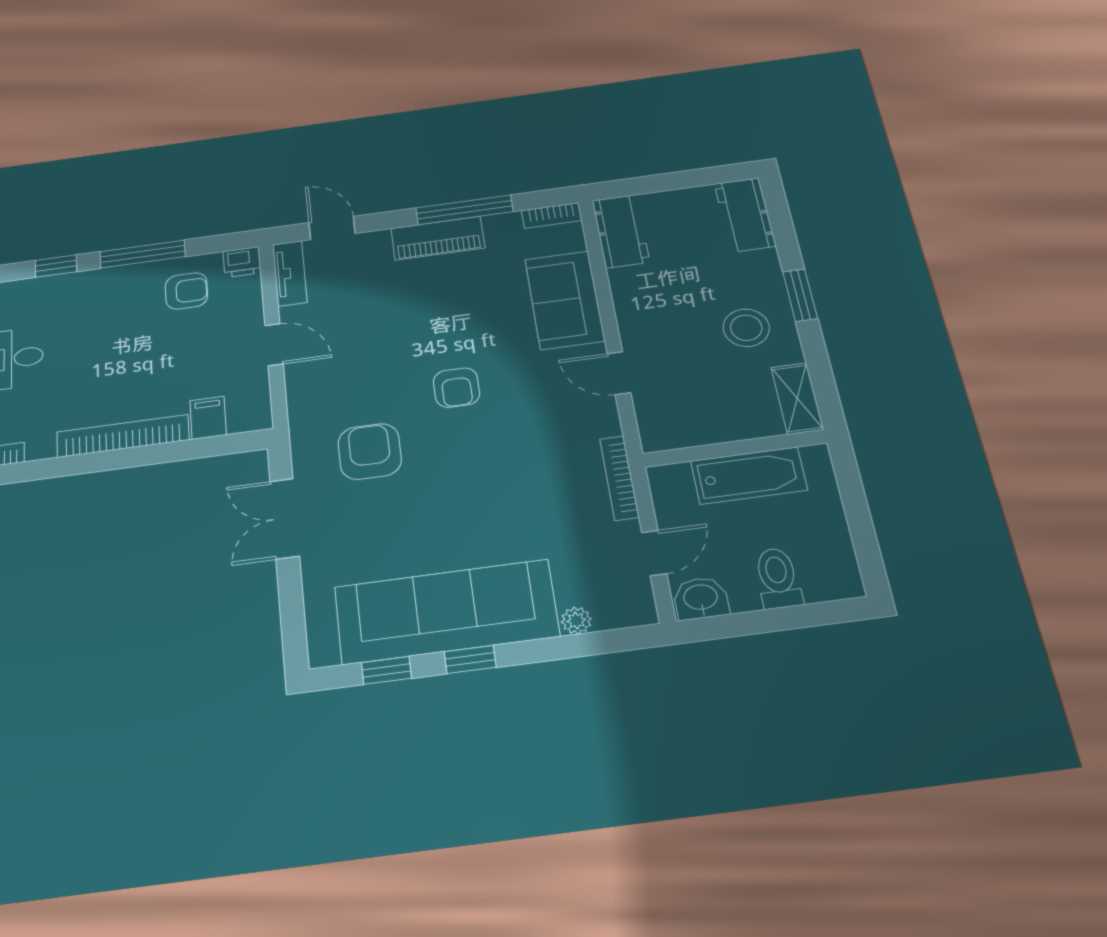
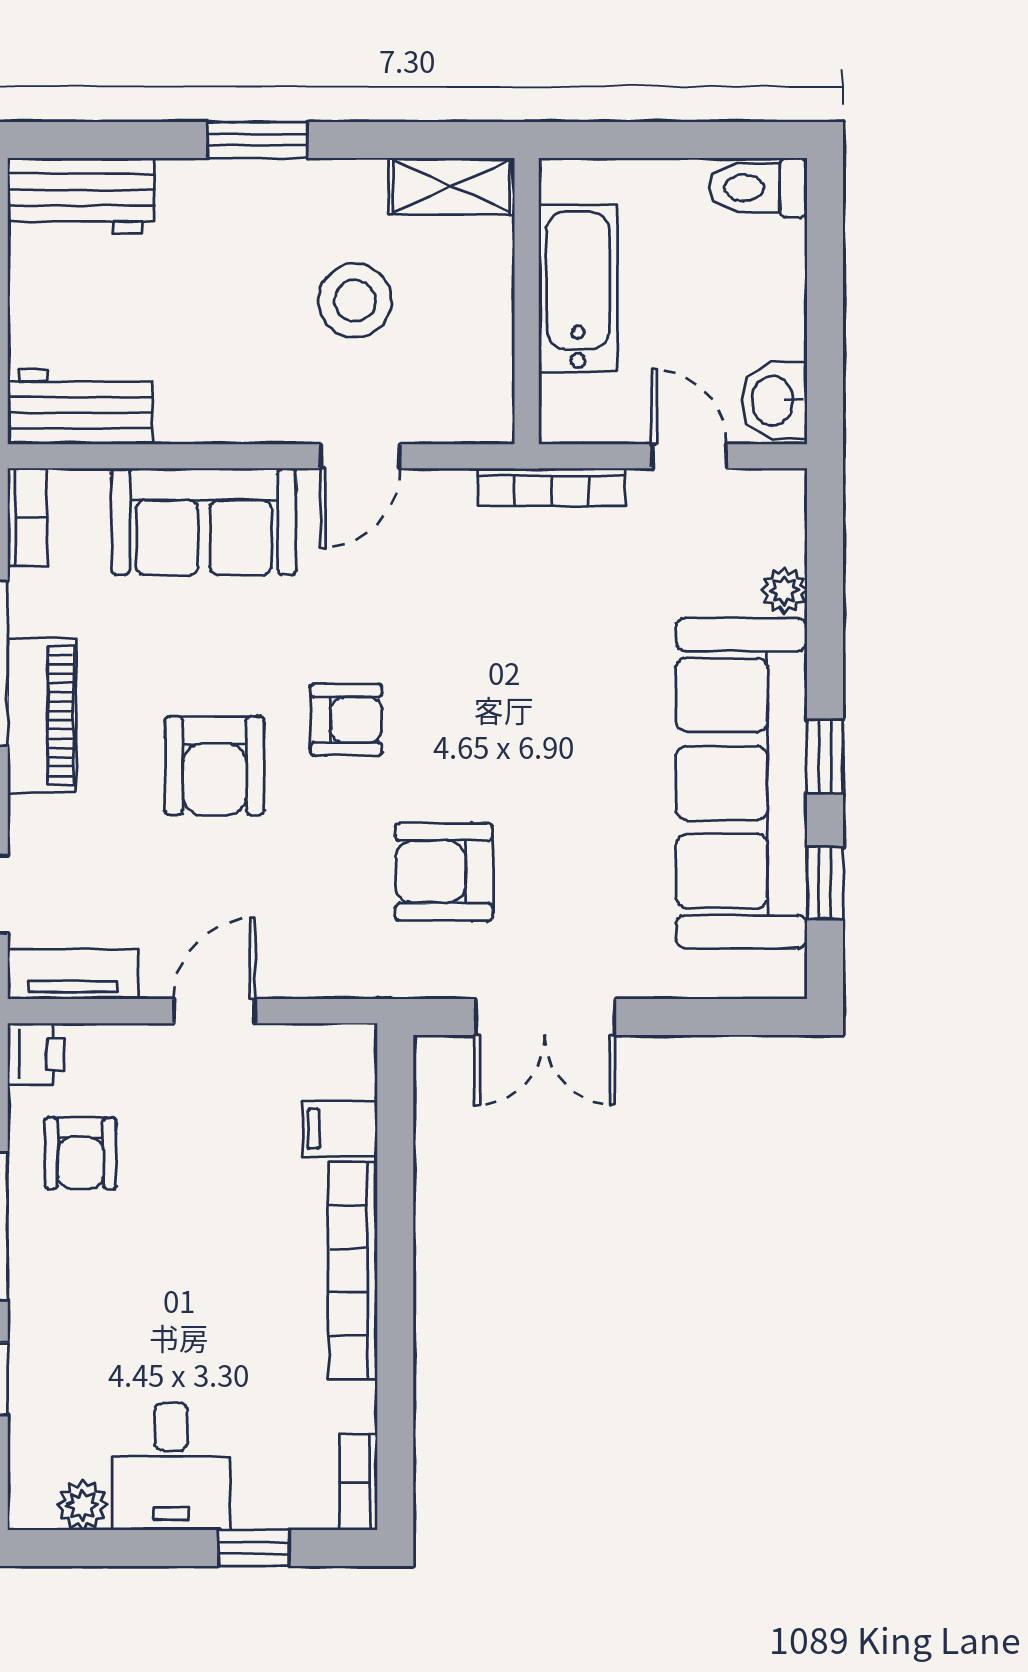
armchair: (186, 291) -> (81, 1153), turned 180
armchair: (420, 325) -> (215, 766), added
stool: (746, 328) -> (355, 301), moved
toilet: (778, 578) -> (758, 188), moved

